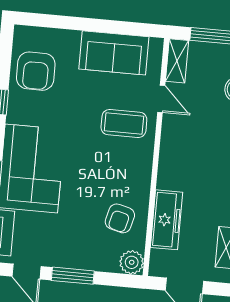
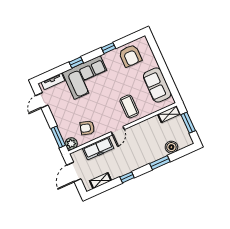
armchair: (36, 71) -> (130, 56), turned -90
door: (161, 99) -> (118, 131), moved
window: (73, 276) -> (58, 137), moved

